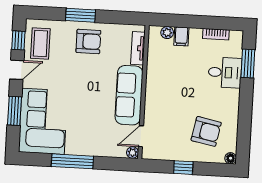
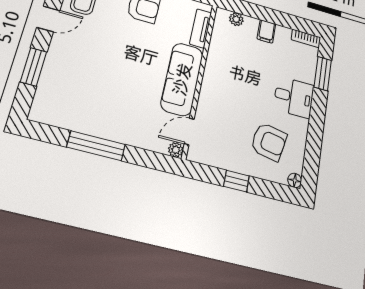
bookcase: (216, 34) -> (306, 38), moved
filing cabinet: (181, 36) -> (266, 31), moved
desk: (225, 72) -> (294, 97), moved
corner sofa: (43, 121) -> (68, 88), removed

